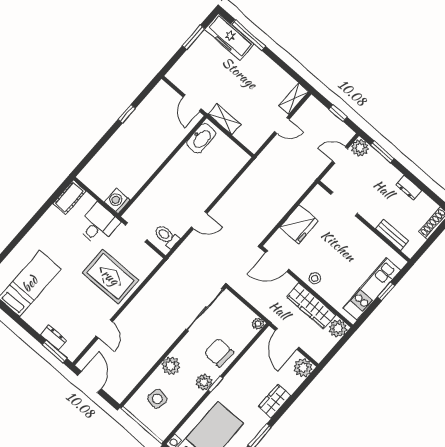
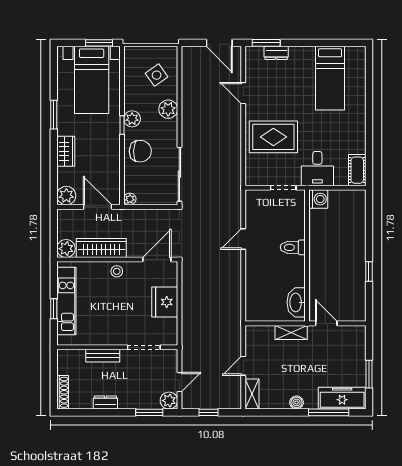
boiler: (266, 63) -> (296, 402), added
bench: (392, 235) -> (103, 356), moved
toilet: (166, 236) -> (293, 247), moved, turned 180
side table: (157, 399) -> (157, 75), turned 45

